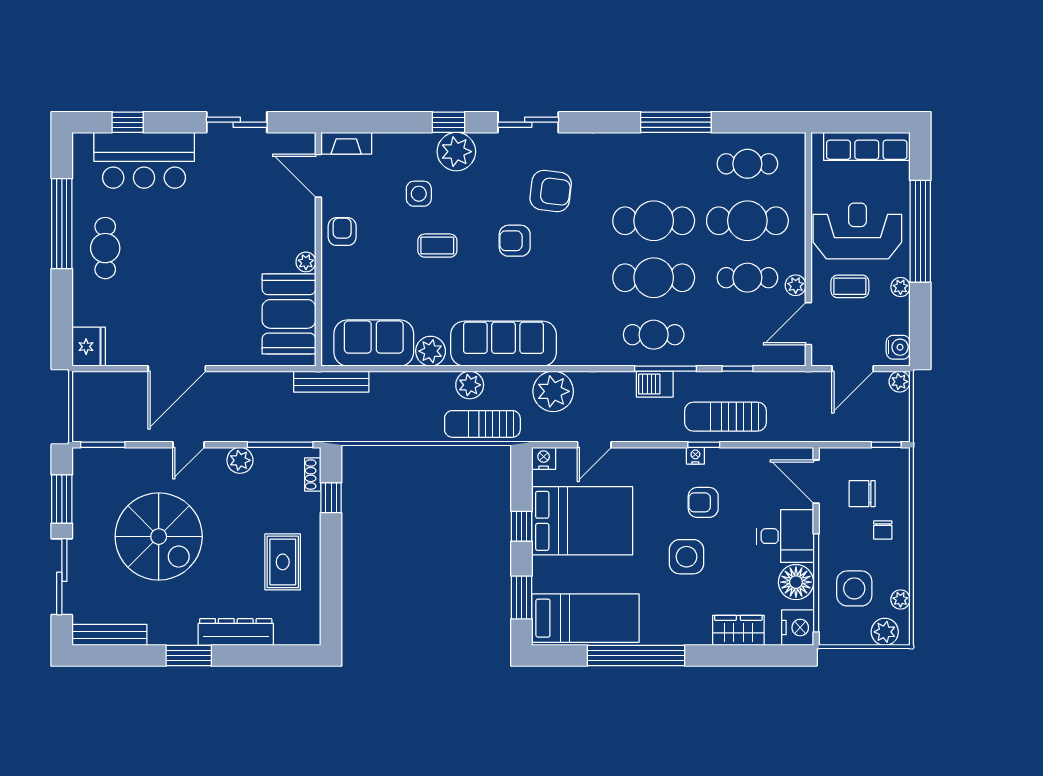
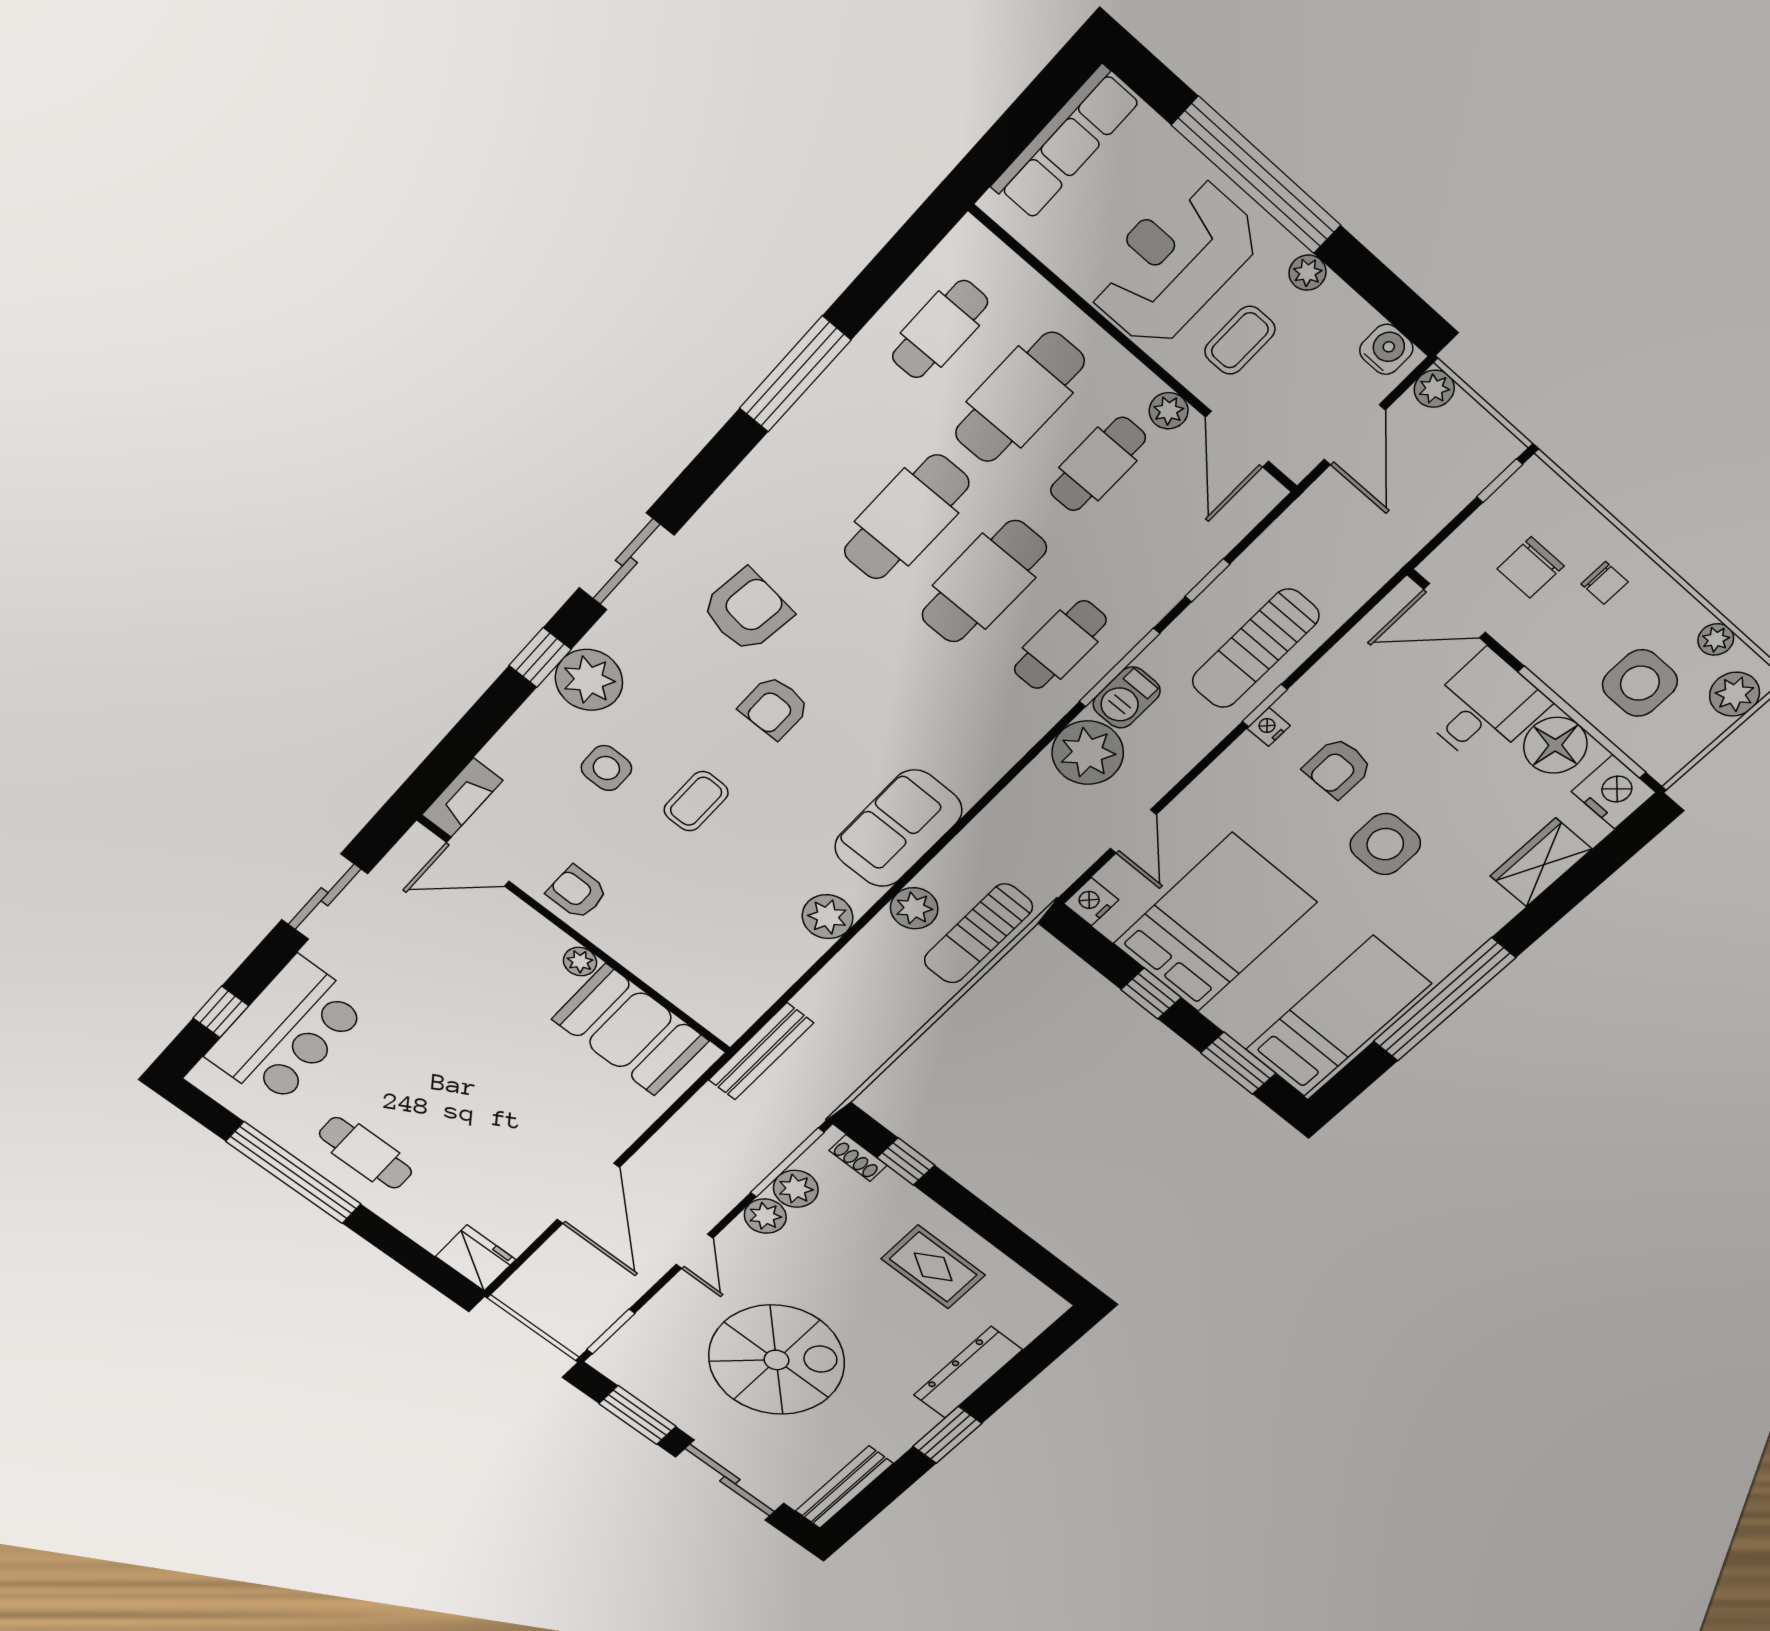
sofa: (374, 343) -> (756, 969), removed
sofa: (504, 344) -> (898, 829), width x0.73
plant: (553, 391) -> (1088, 753), moved
plant: (269, 461) -> (796, 1189), added

